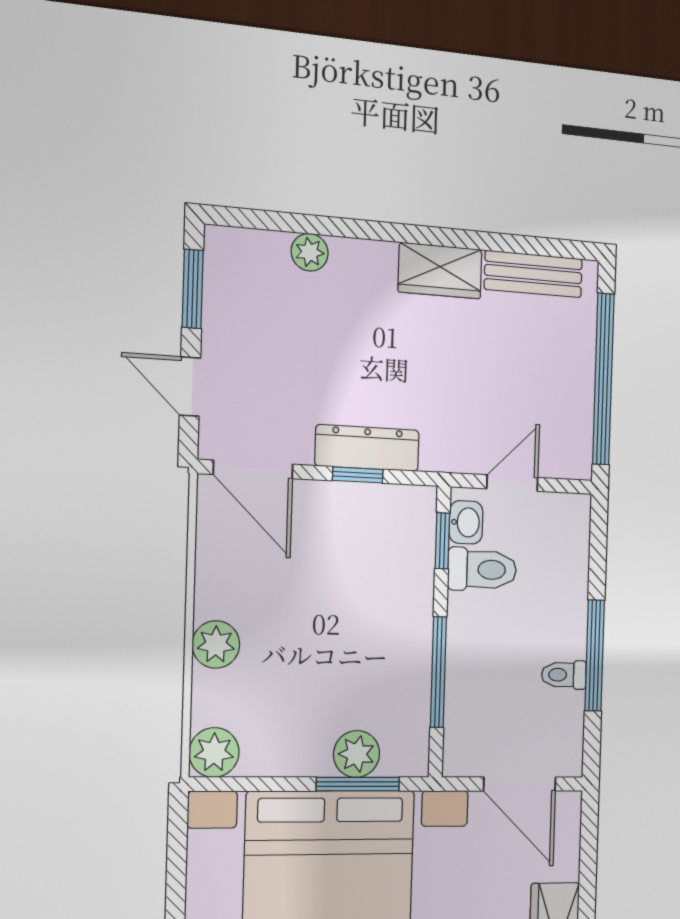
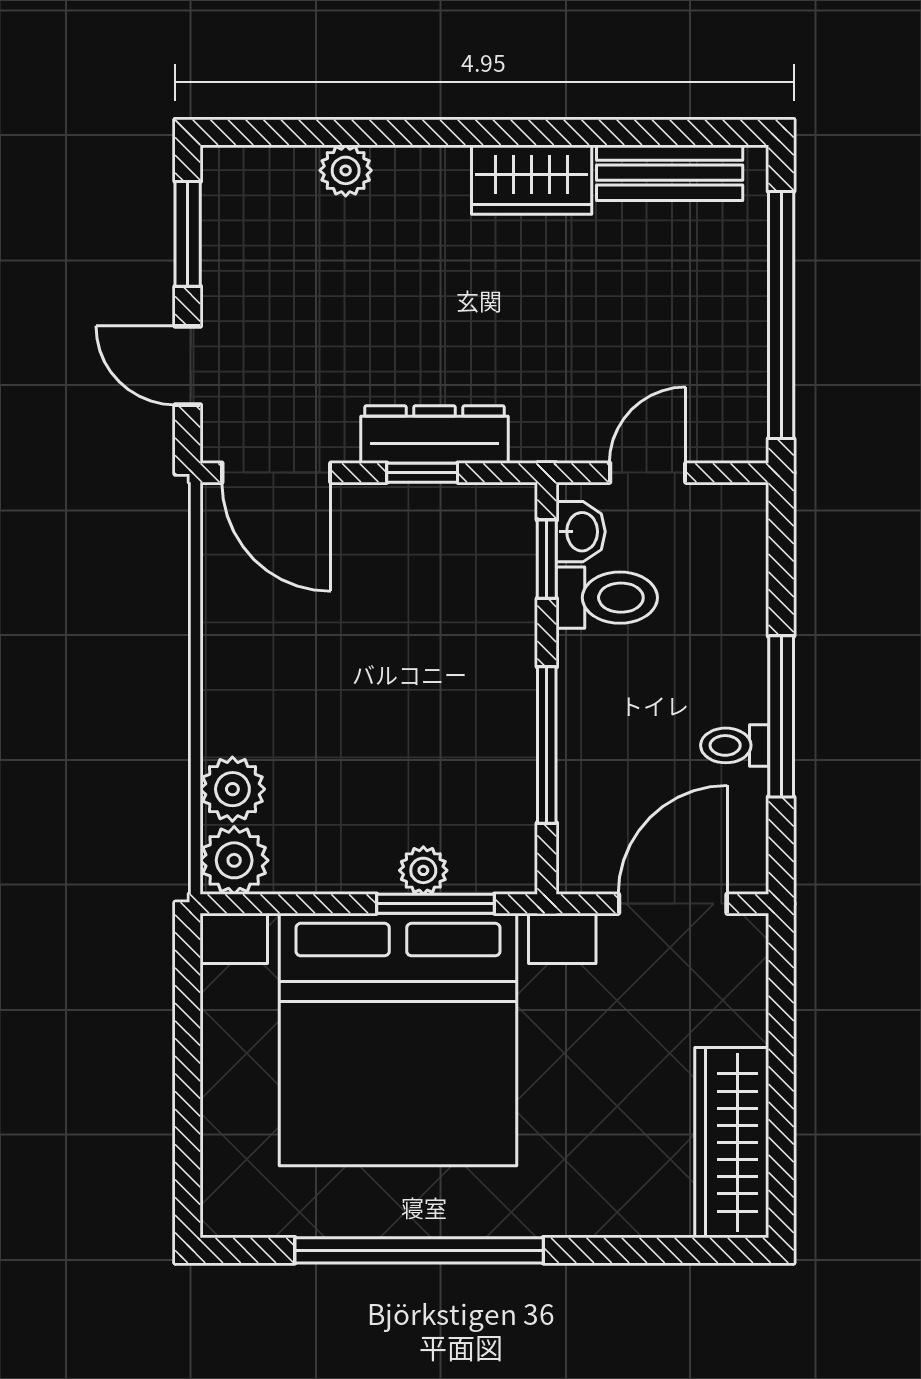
plant: (216, 644) -> (232, 789), moved
plant: (357, 754) -> (423, 870), width x0.73, depth x0.73
door: (520, 784) -> (673, 904), swing flipped

